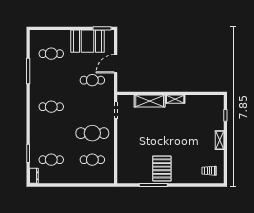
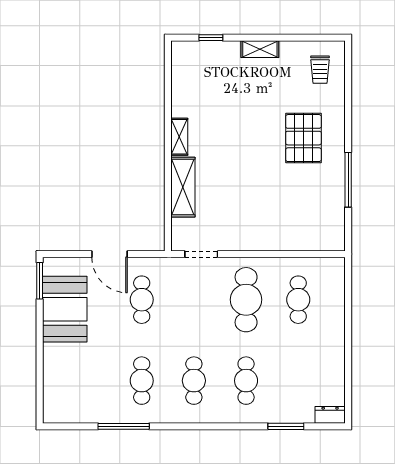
cafe table: (51, 54) -> (142, 381), moved
cafe table: (51, 160) -> (246, 381), moved
pallet: (162, 168) -> (303, 138), moved, turned 90

